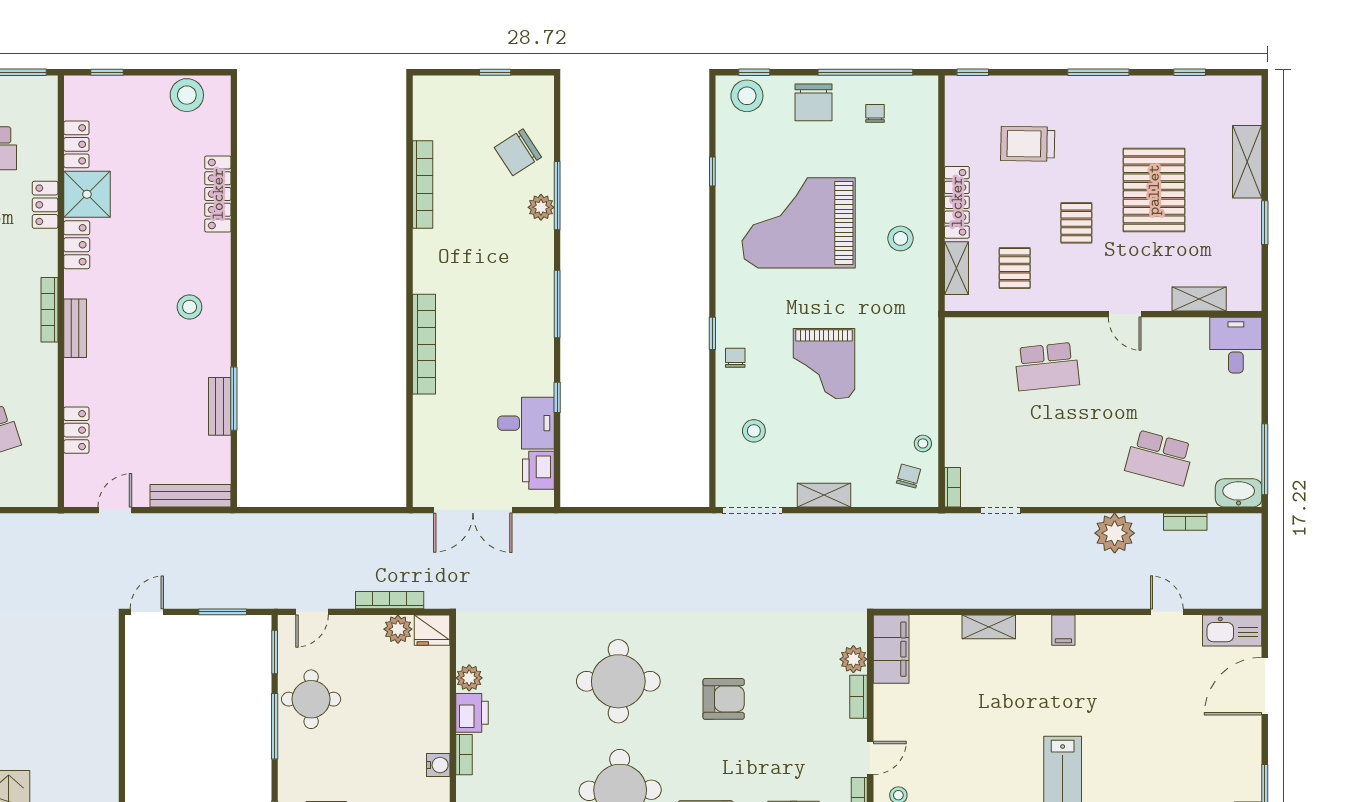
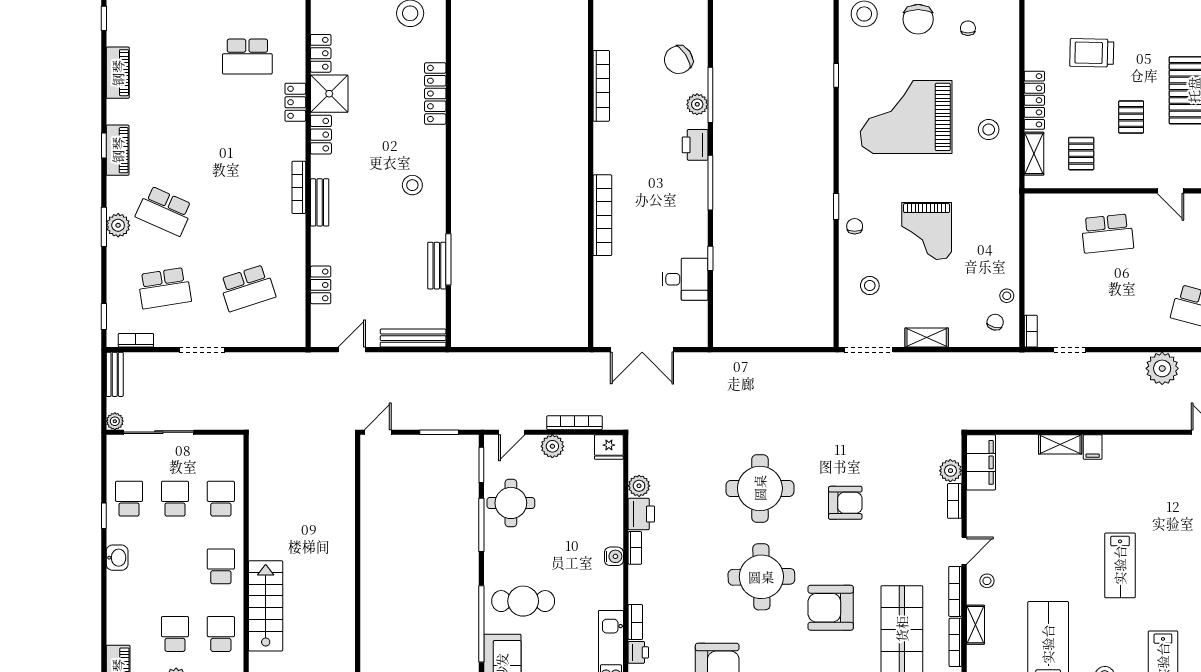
printer: (538, 470) -> (695, 145), moved
plant: (398, 629) -> (552, 446), moved
filing cabinet: (1063, 630) -> (1093, 447), moved

